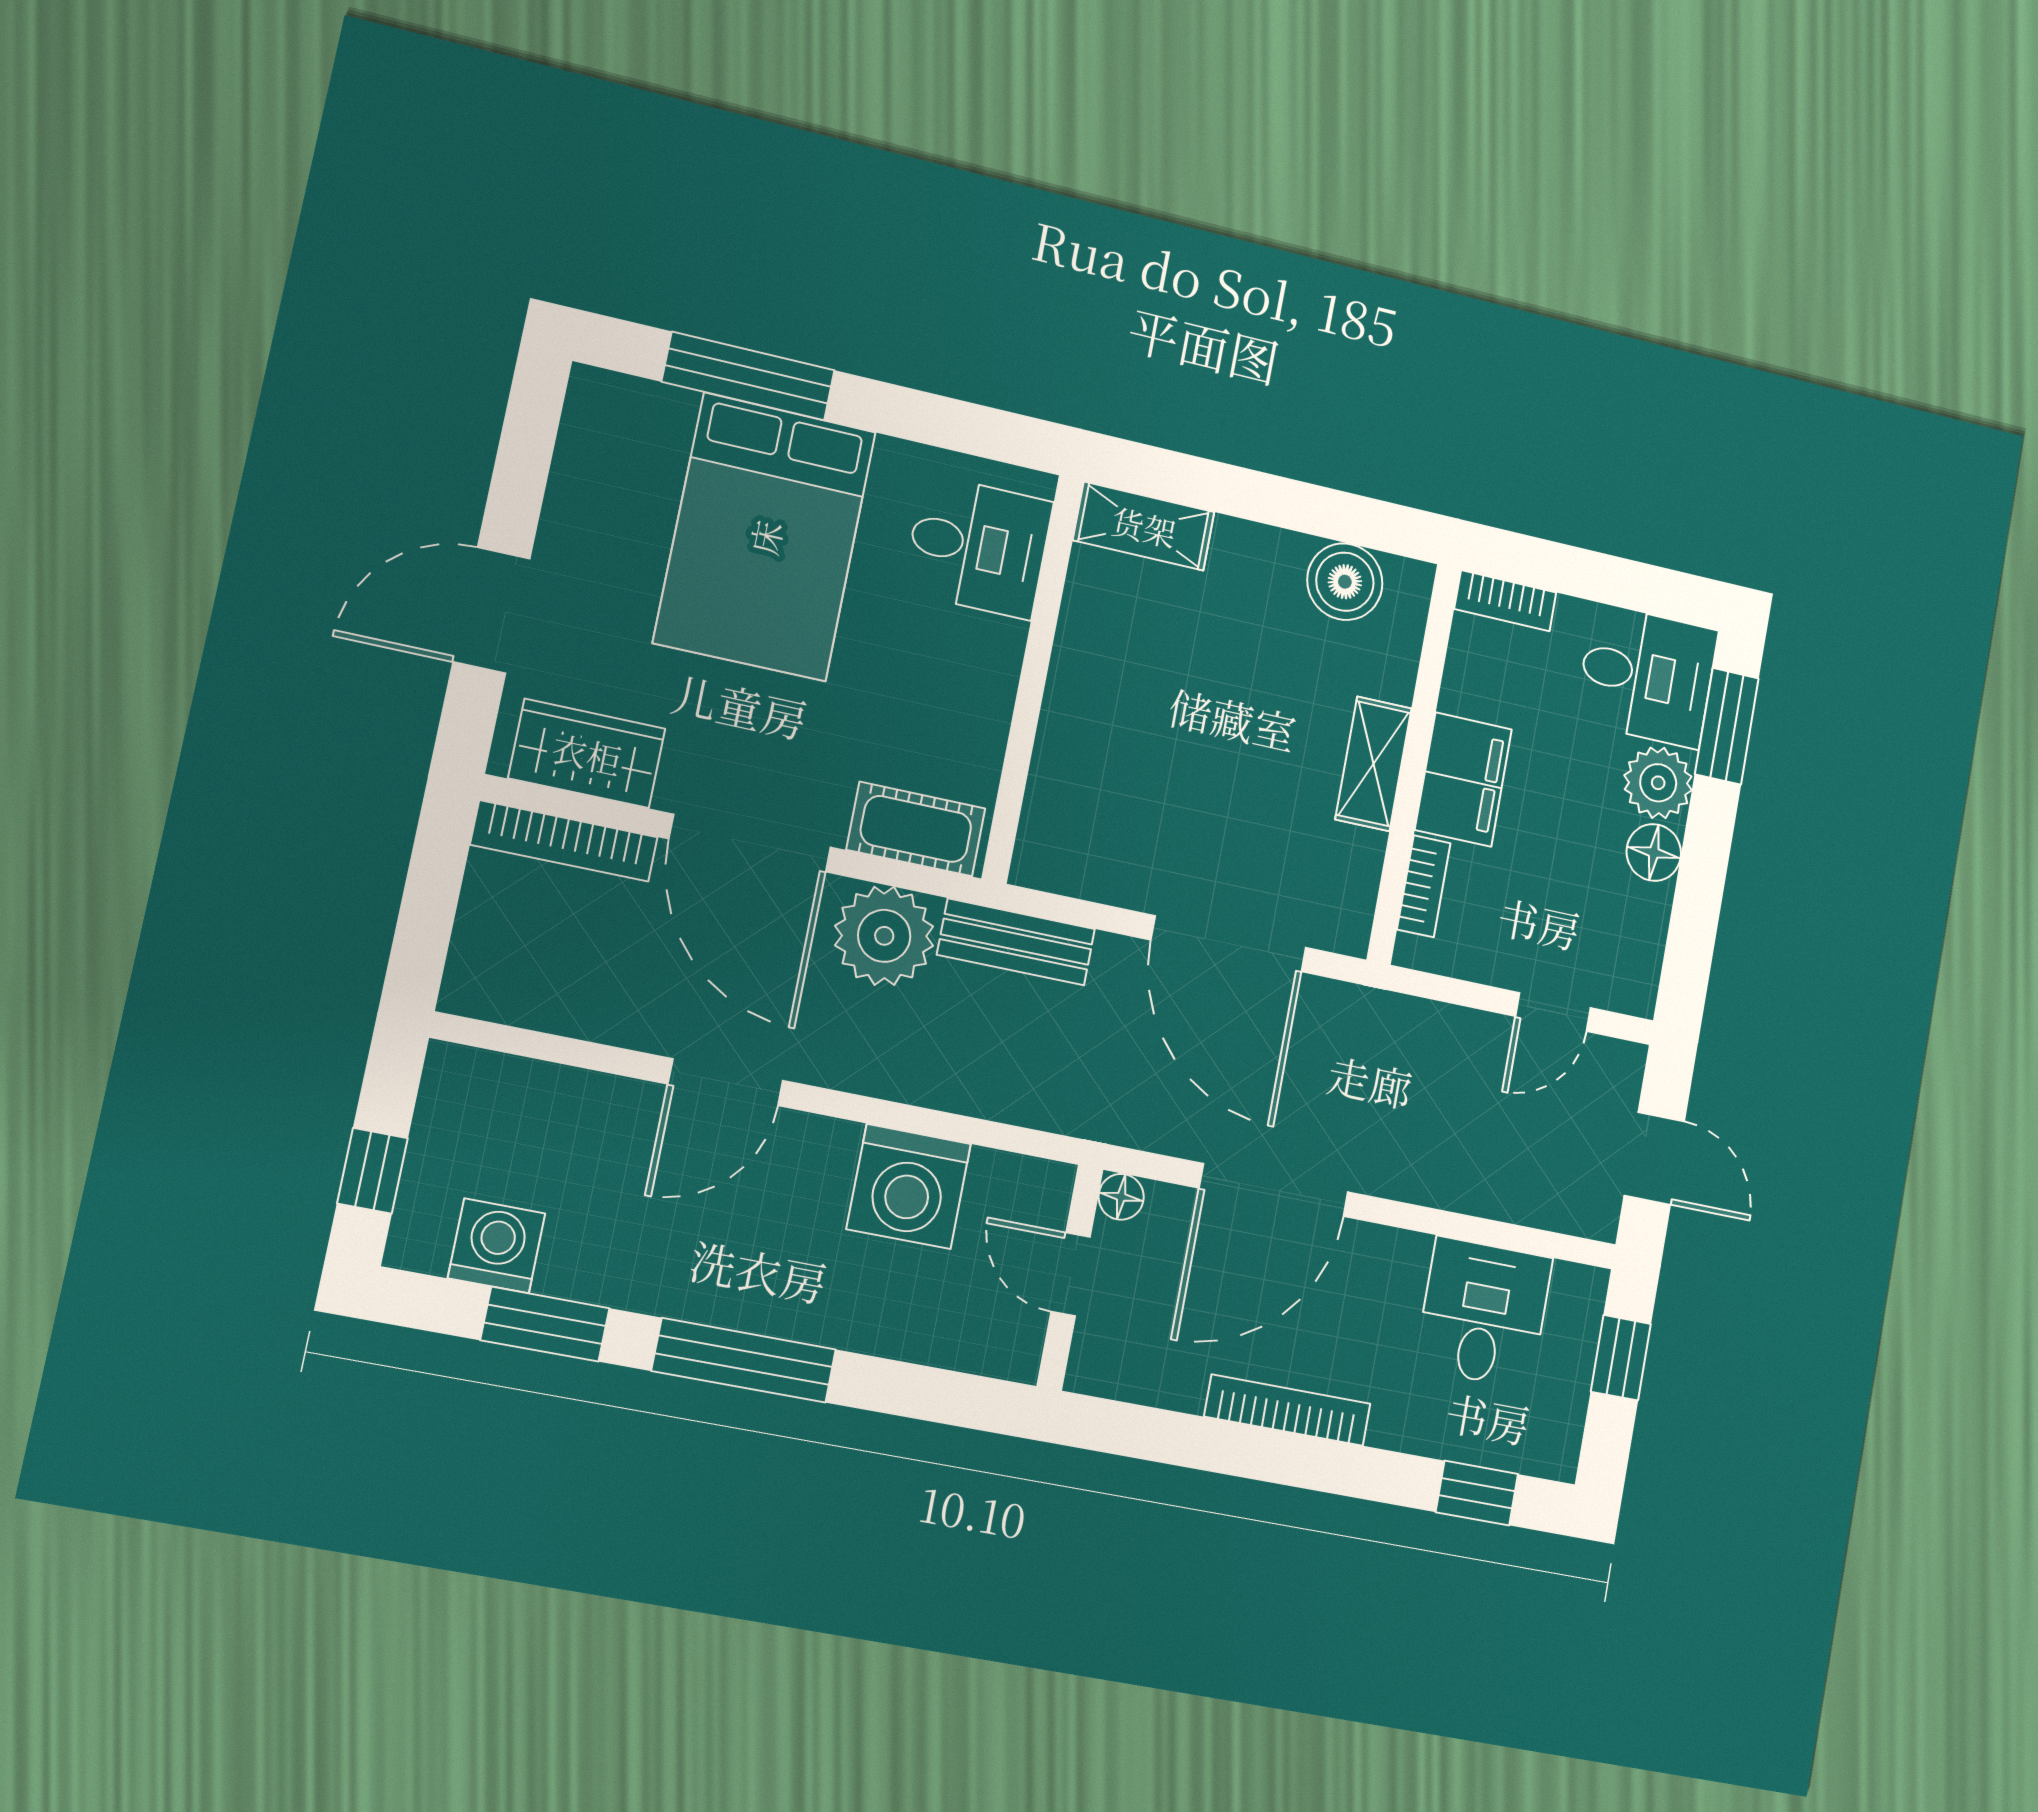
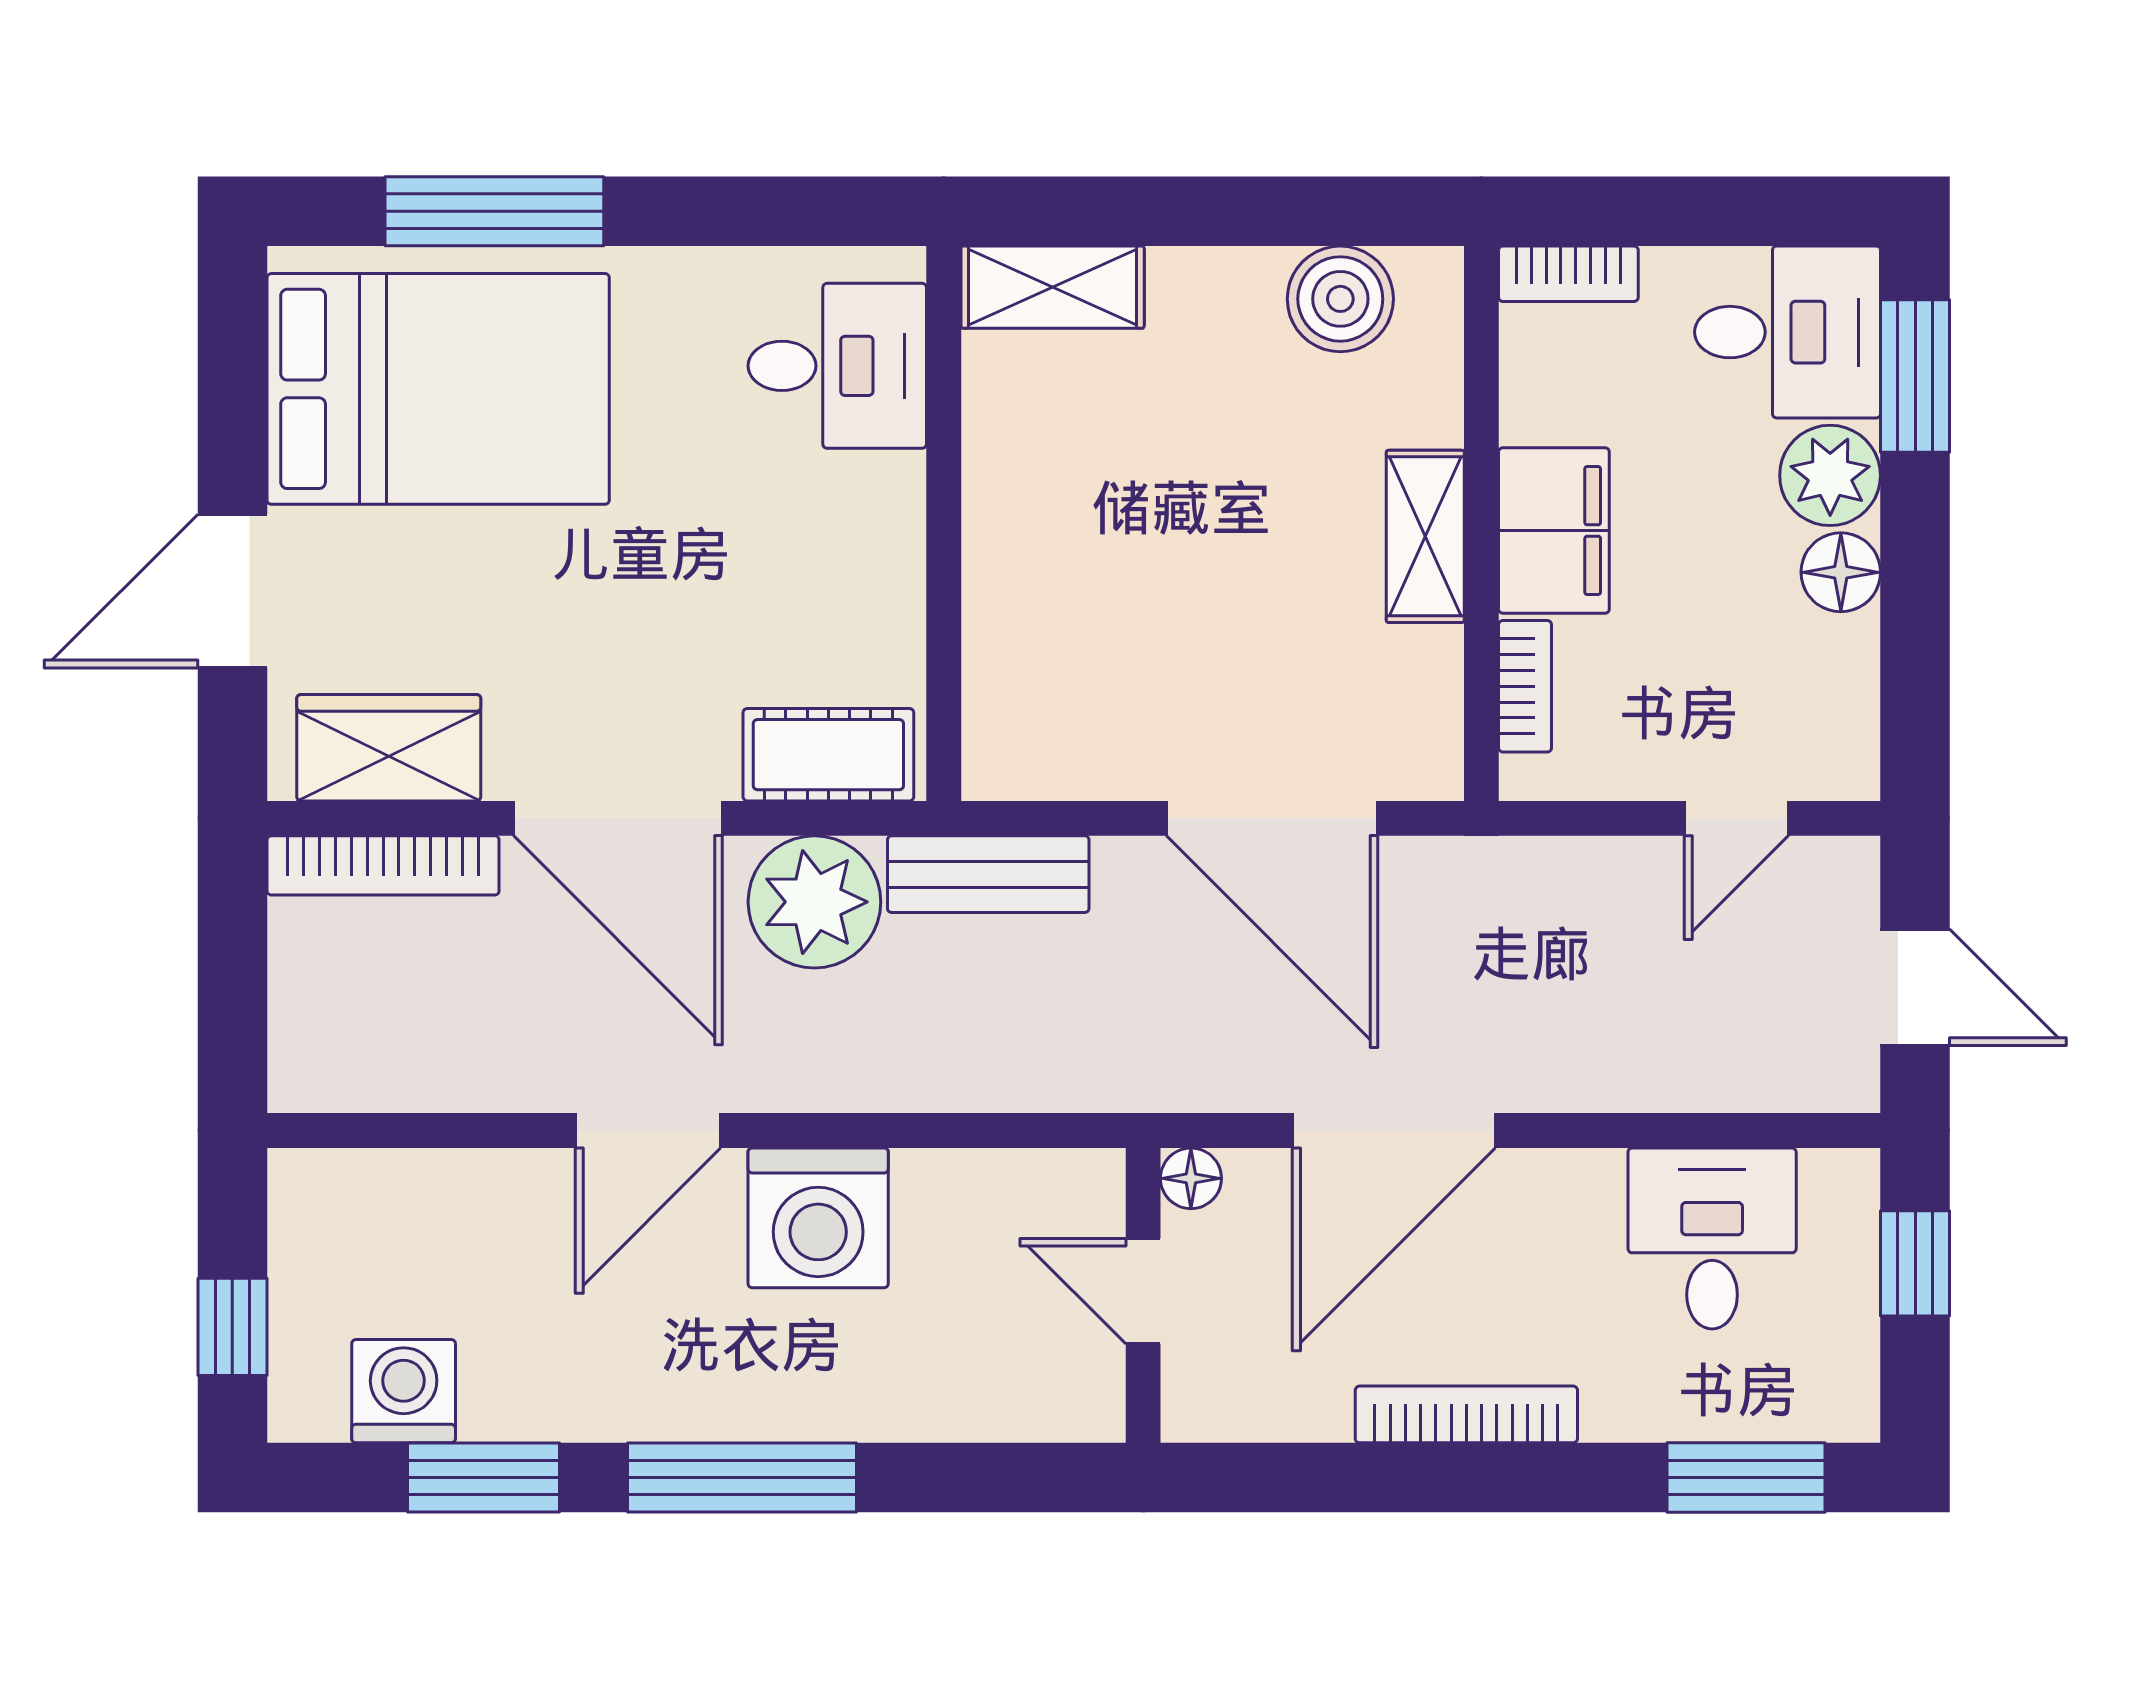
bed: (765, 537) -> (438, 389), moved, turned -90
washing machine: (909, 1186) -> (818, 1218), moved
window: (1477, 1493) -> (1746, 1478), width x1.50

